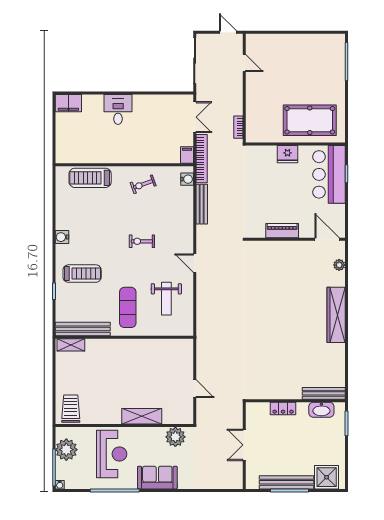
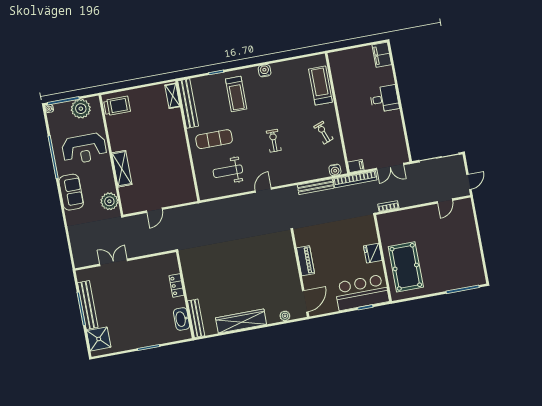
bench: (324, 393) -> (196, 318), moved
wall: (295, 401) -> (185, 295), moved
locker: (283, 408) -> (176, 285), moved
washbasin: (321, 410) -> (182, 319), moved

